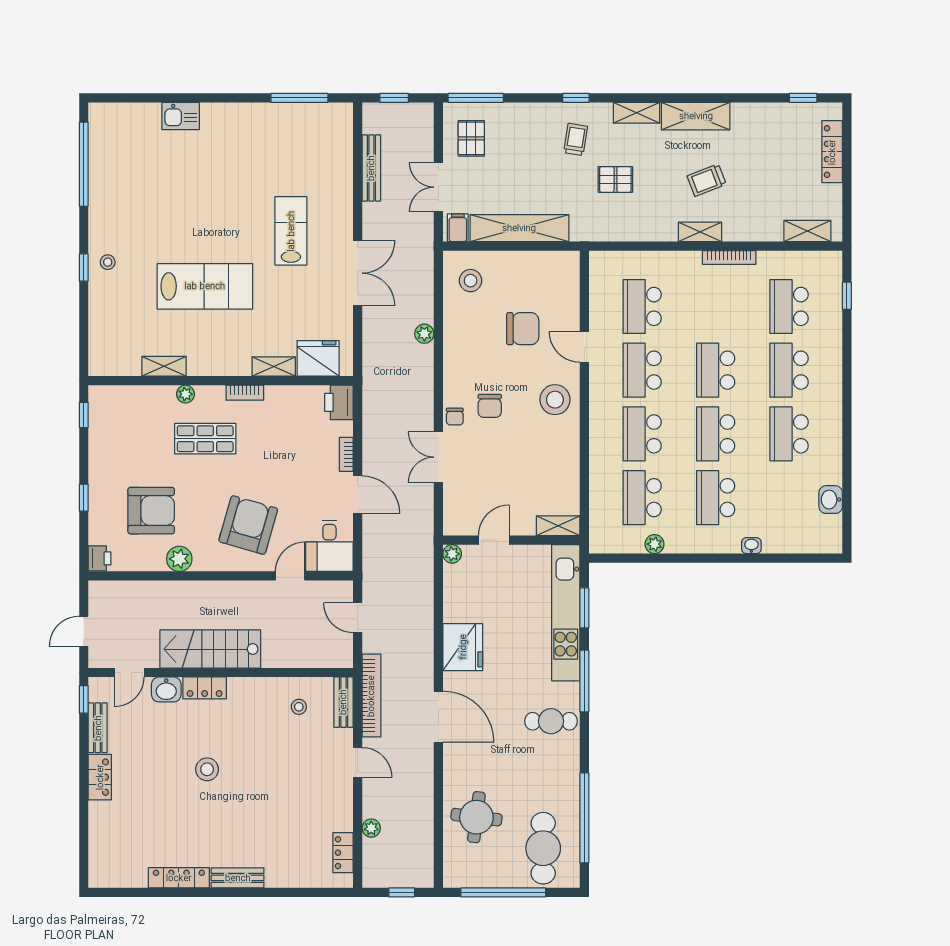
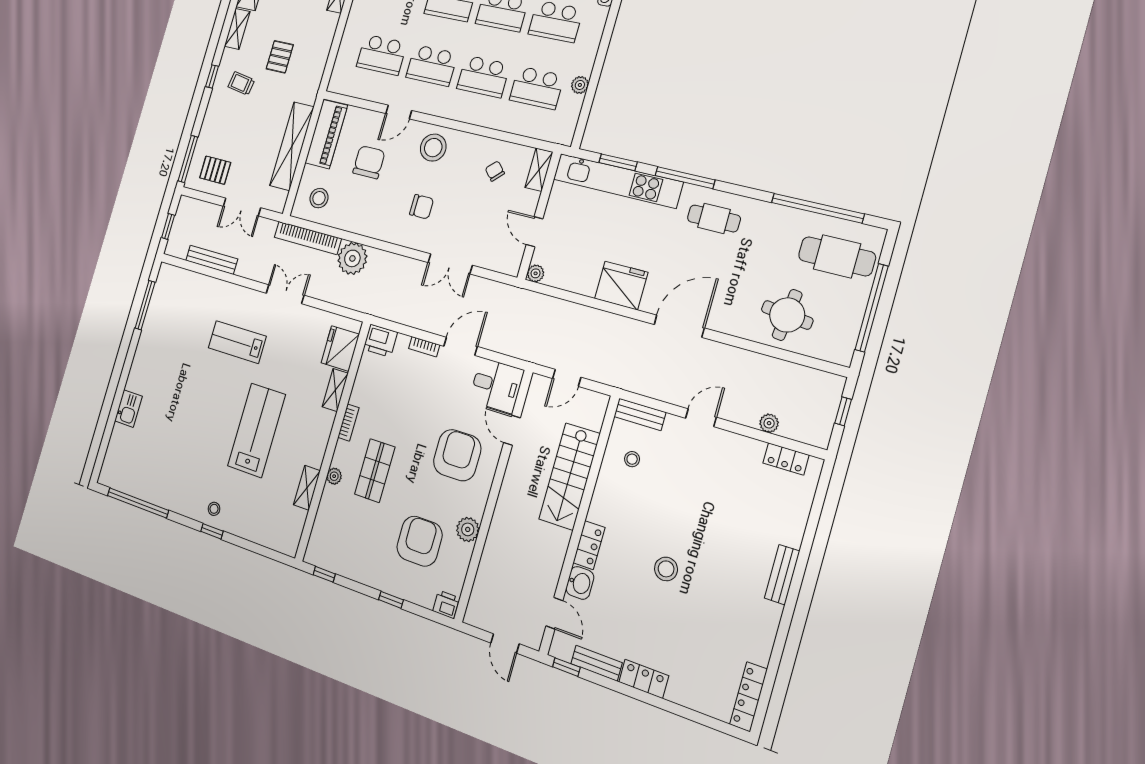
filing cabinet: (458, 228) -> (276, 199), removed
piano: (542, 267) -> (326, 134), added
double door: (358, 273) -> (285, 294), width x0.73
plant: (424, 334) -> (352, 258), width x1.87, depth x1.87
chair: (455, 417) -> (495, 171), moved, turned -134
armchair: (248, 525) -> (457, 455), turned 74
stairs: (210, 649) -> (569, 476), moved
bookcase: (371, 696) -> (308, 238), moved, turned 180
cafe table: (551, 721) -> (714, 218), turned 90
locker: (179, 878) -> (748, 697), moved

